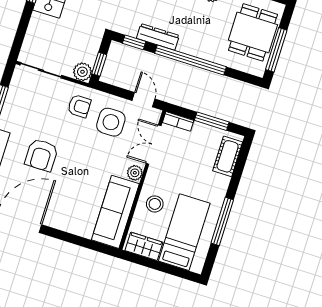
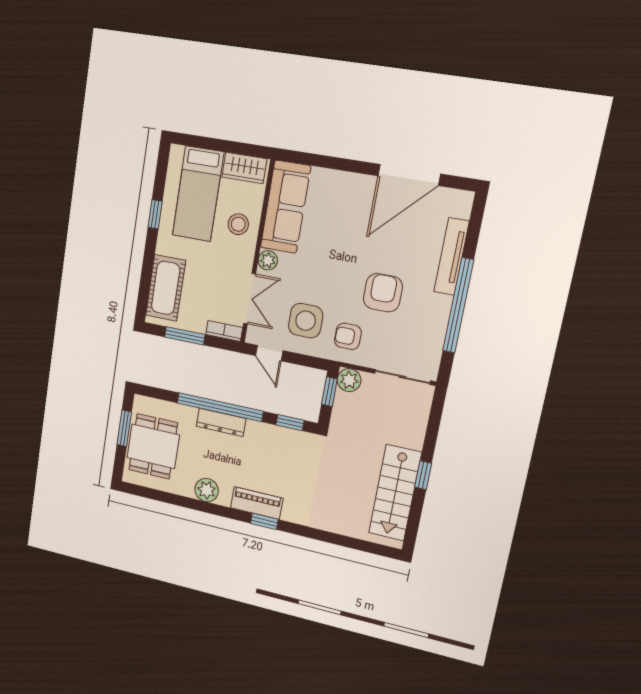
dresser: (158, 37) -> (221, 422), moved
window: (276, 50) -> (124, 428), width x0.69
armchair: (41, 155) -> (383, 293), moved
cot: (228, 156) -> (166, 288), width x1.37, depth x1.34
window: (222, 221) -> (155, 214), width x0.46

